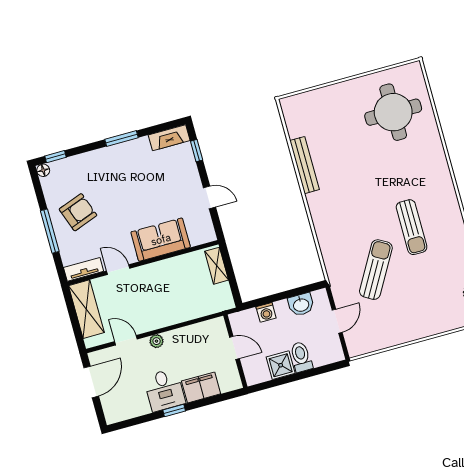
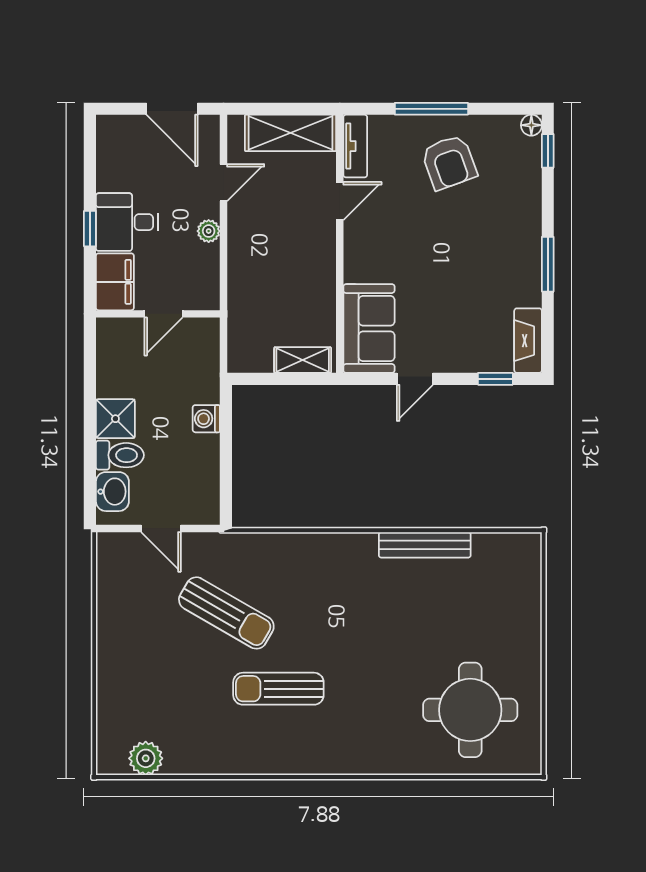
sofa: (161, 240) -> (369, 328), moved
washbasin: (301, 305) -> (112, 492), moved, turned 180
door: (234, 348) -> (163, 314), moved
wall: (235, 351) -> (158, 314), moved

